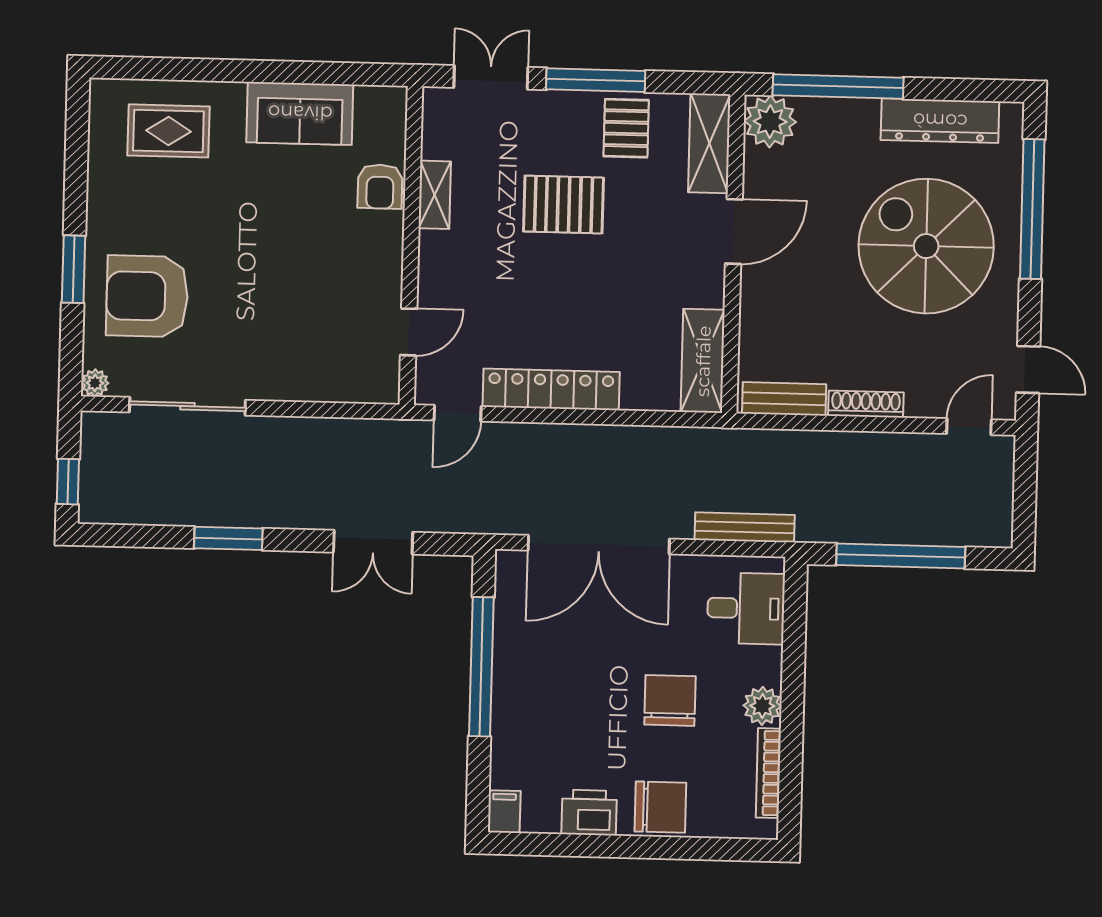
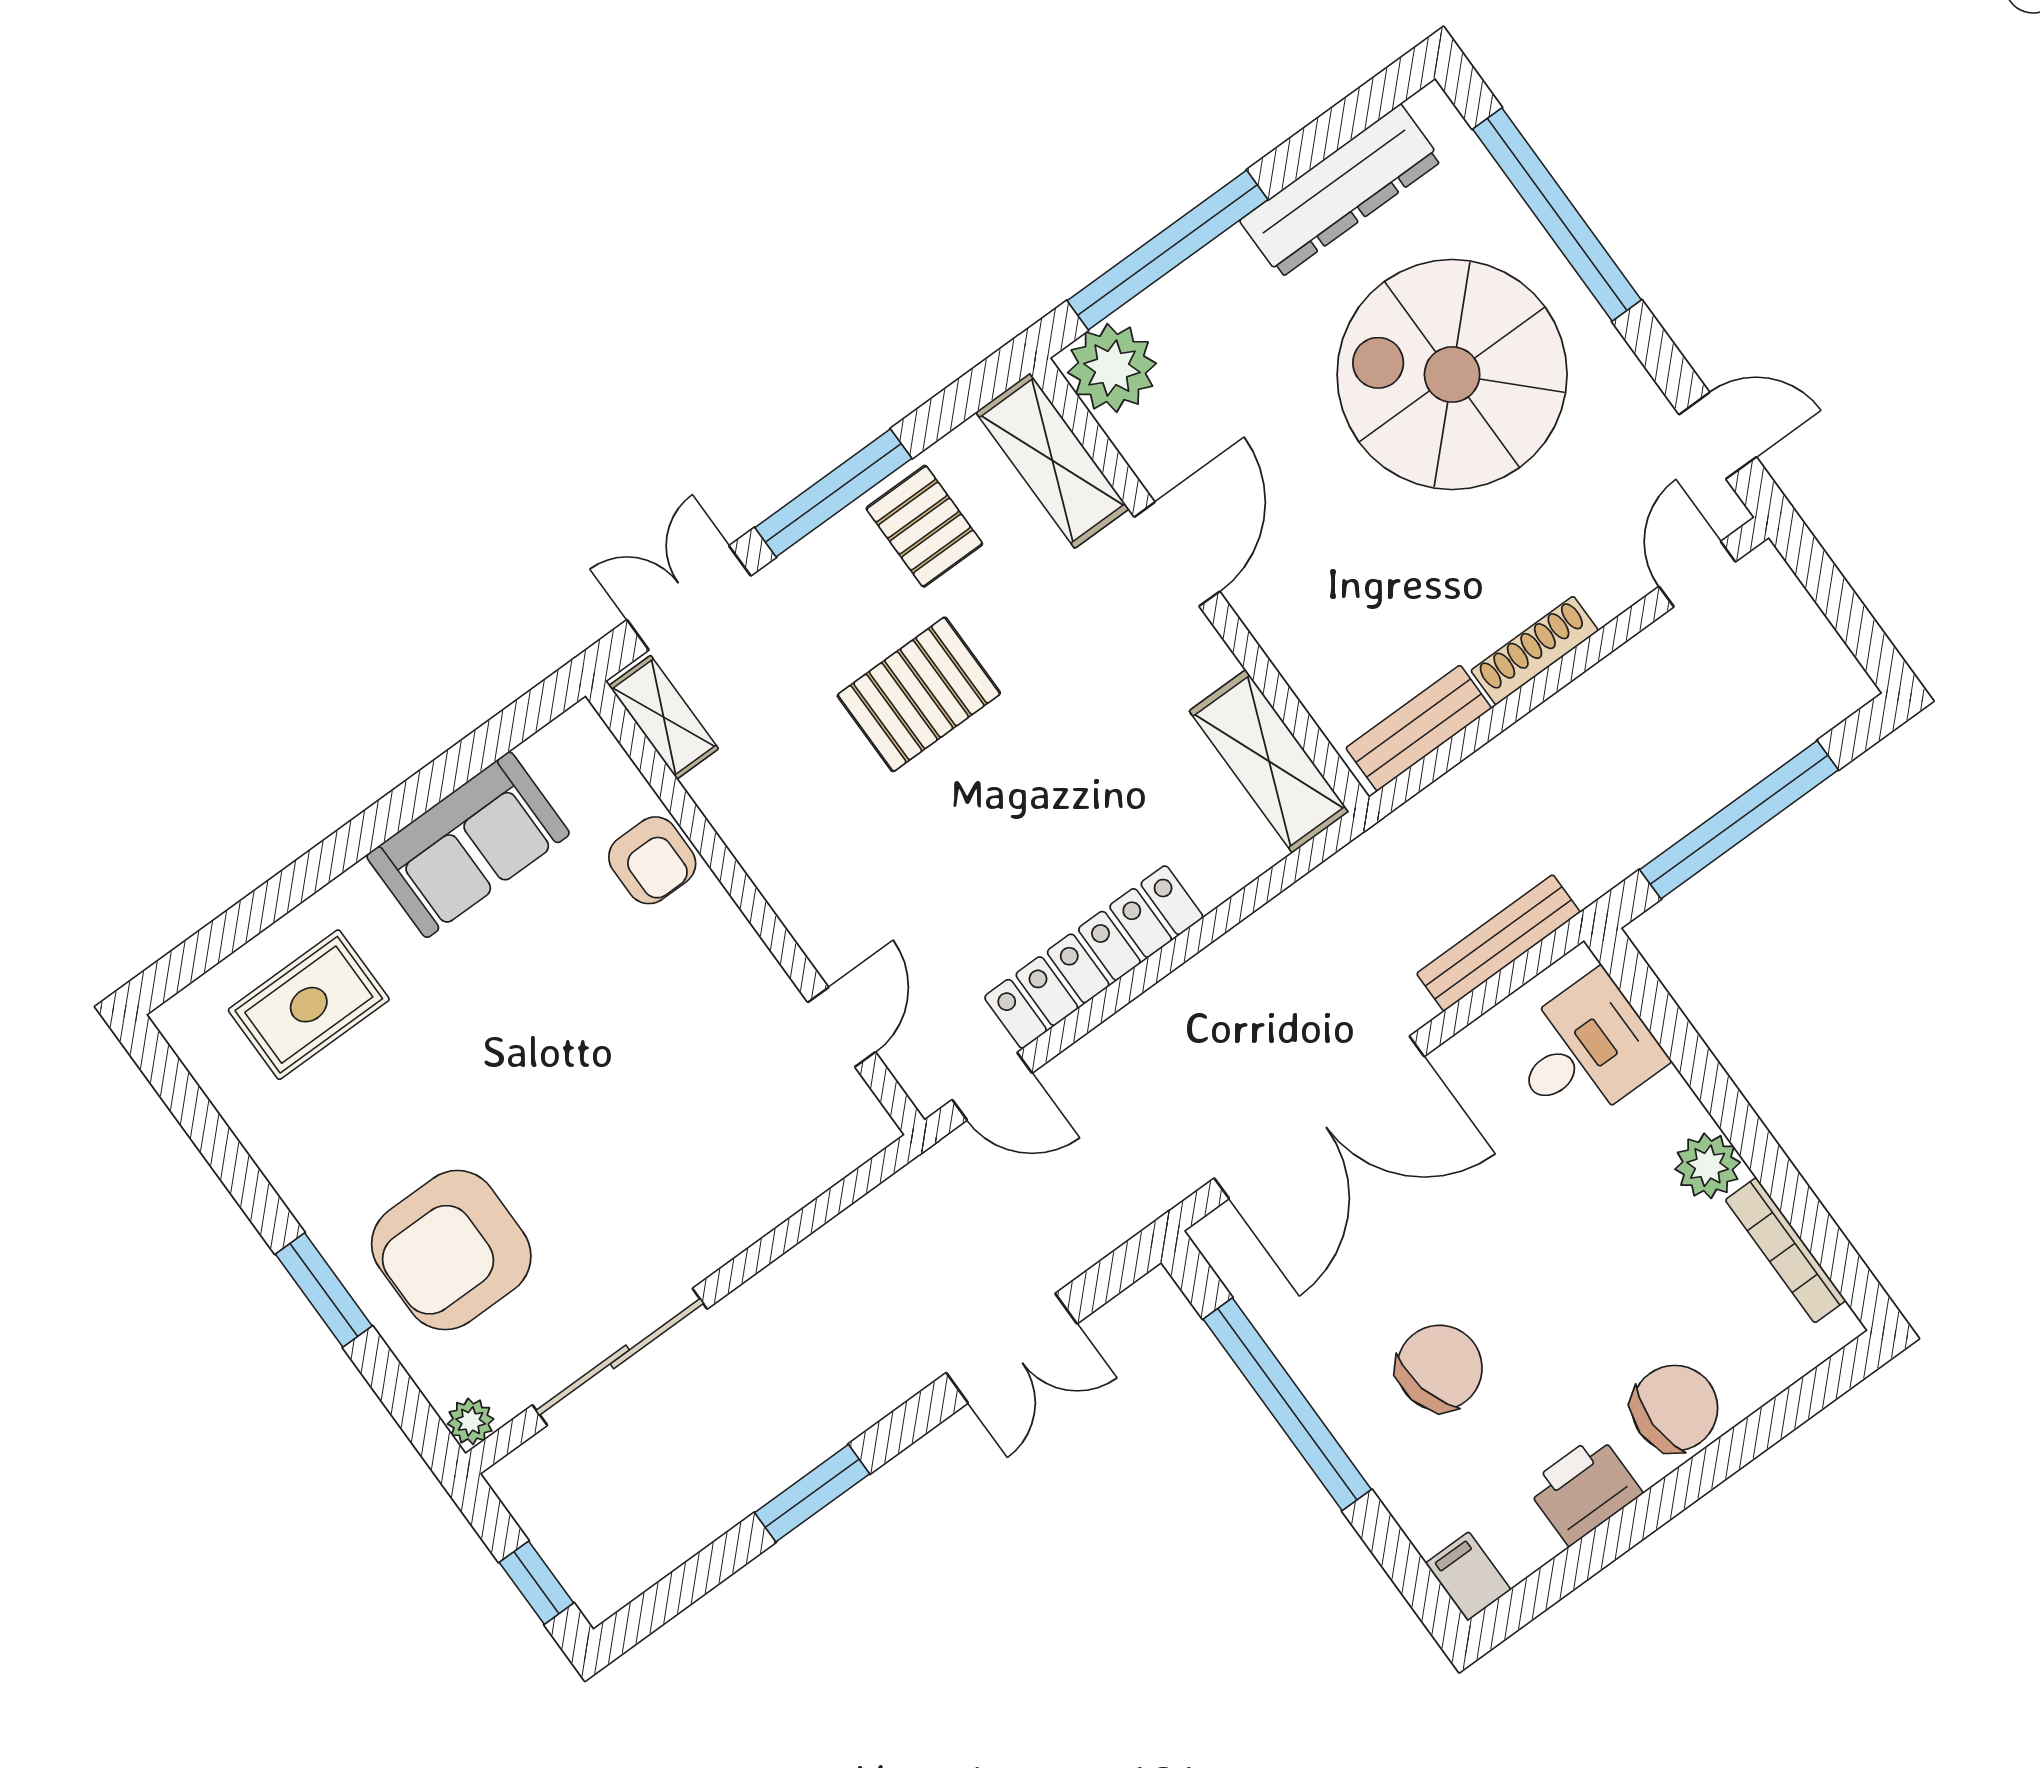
shelving: (435, 195) -> (664, 717), moved
door: (458, 413) -> (992, 1086), hinge flipped
chair: (670, 700) -> (1439, 1368), moved, turned 77

